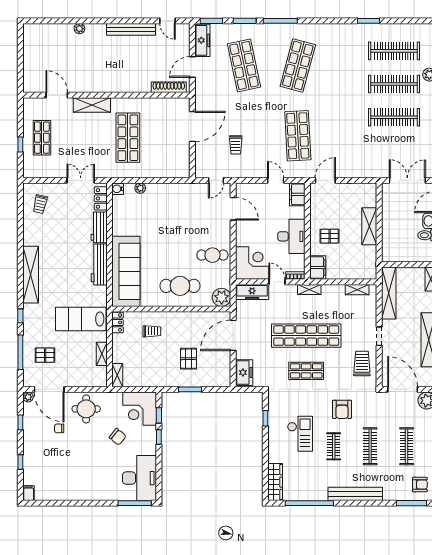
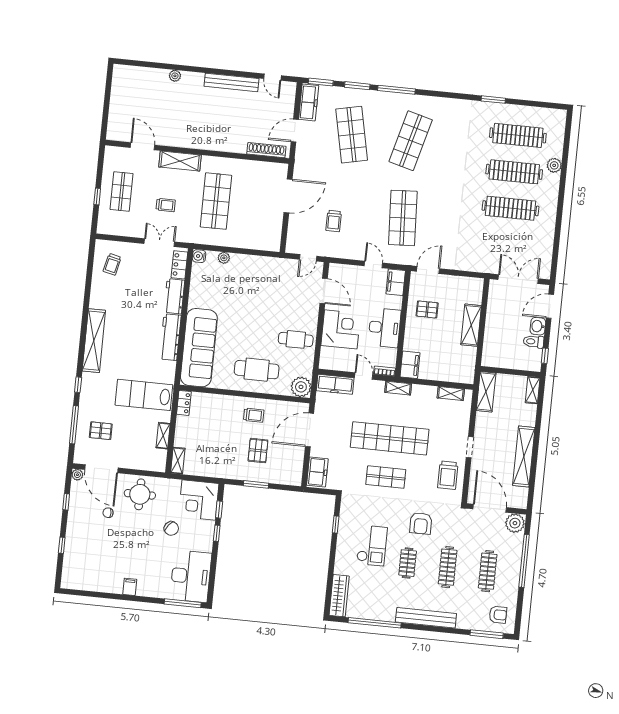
trolley: (83, 146) -> (166, 205), added
pallet: (330, 236) -> (427, 309), moved
corner desk: (252, 263) -> (341, 329), moved
shelving: (389, 293) -> (486, 392), width x0.68
trolley: (152, 331) -> (254, 415), moved
trolley: (362, 363) -> (448, 475), turned 180
filing cabinet: (29, 493) -> (130, 587), moved

